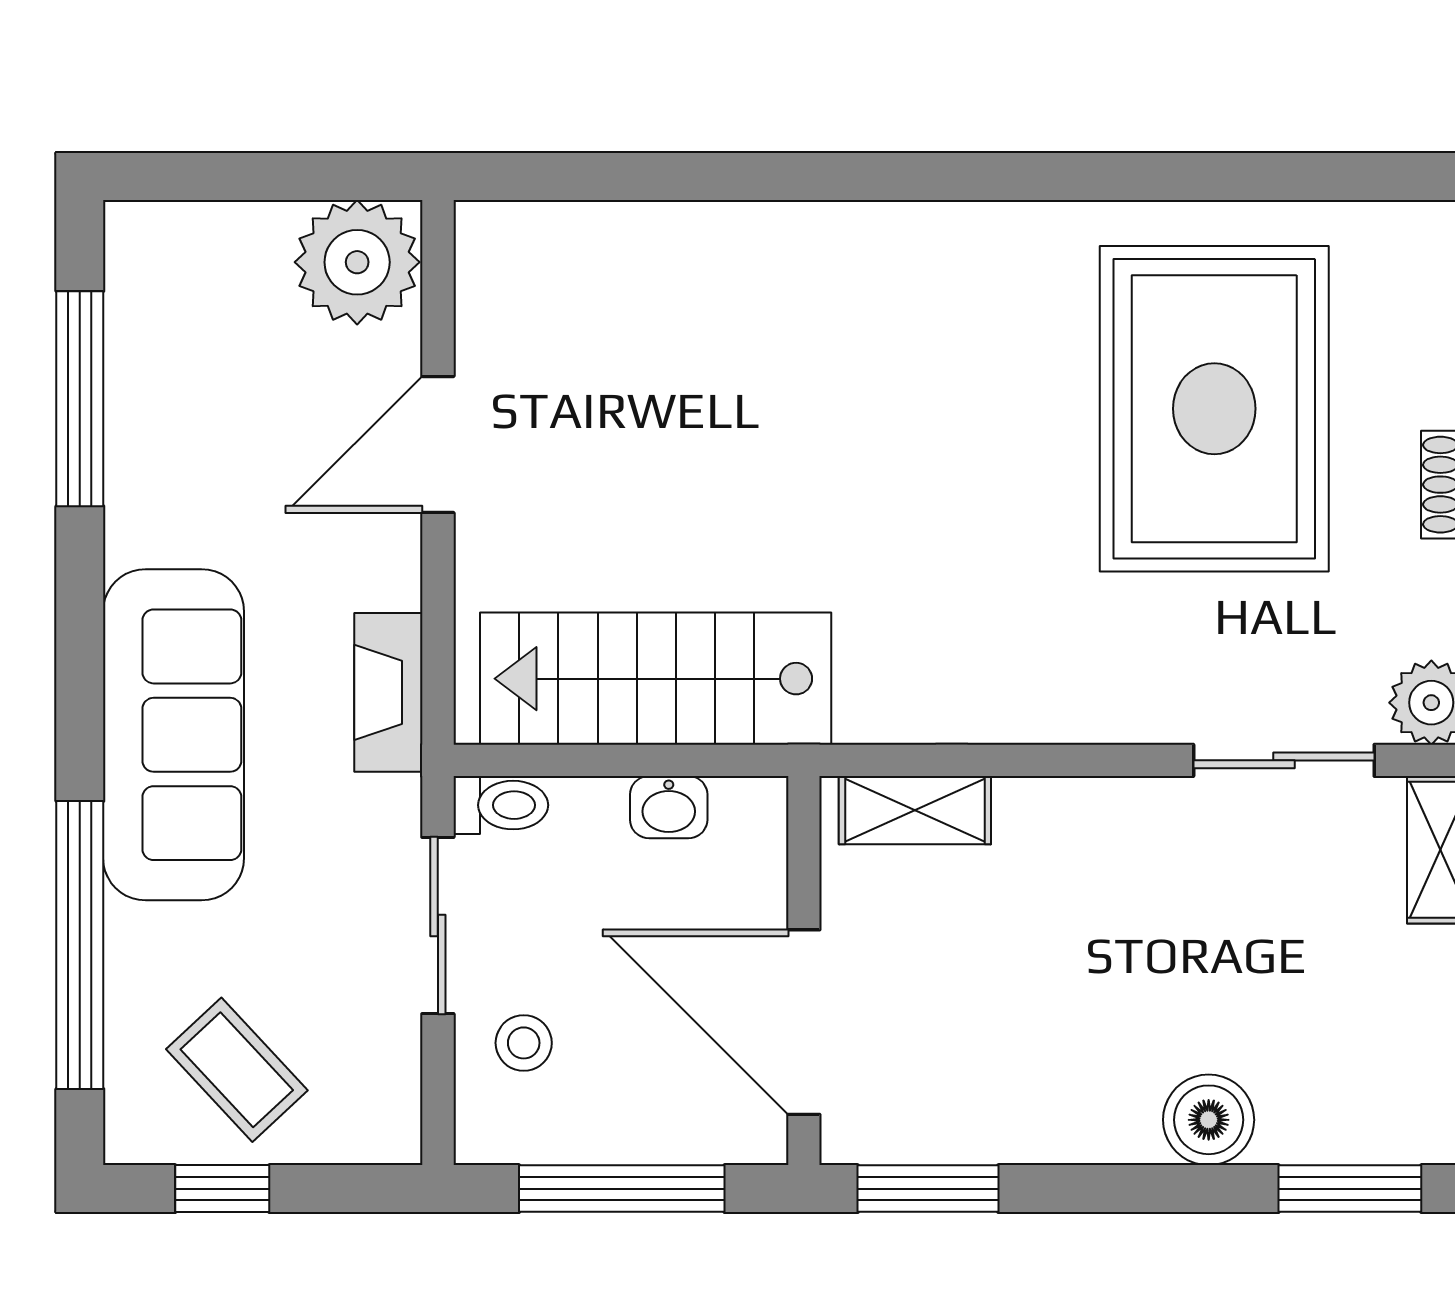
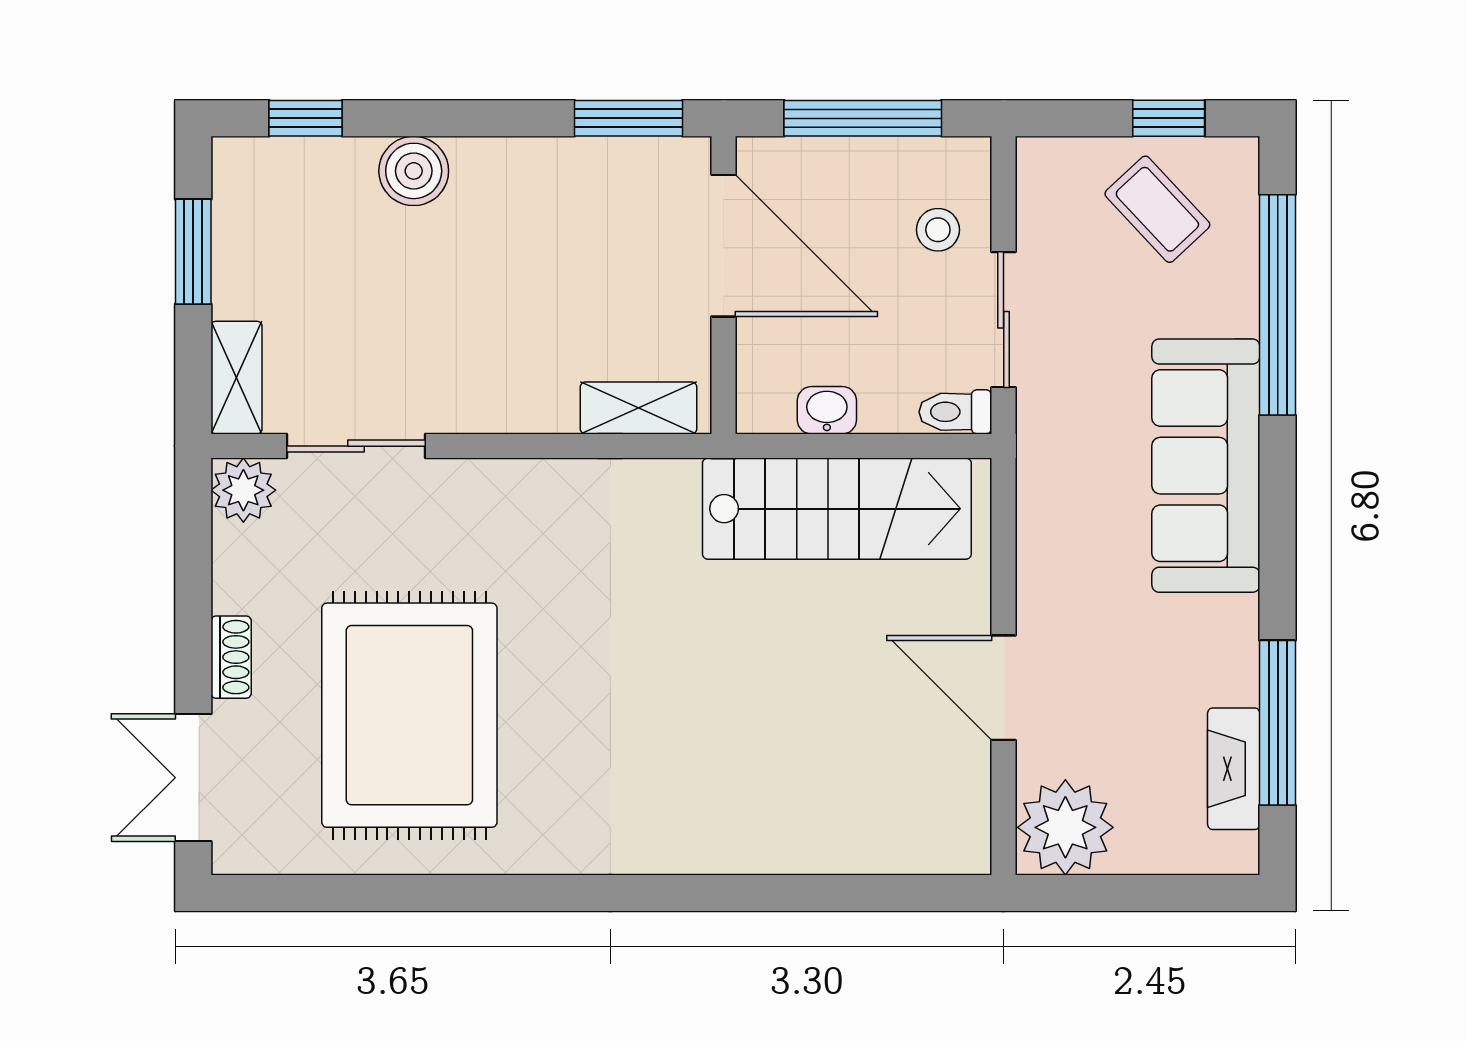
door: (438, 445) -> (1004, 688), swing flipped
fireplace: (388, 692) -> (1234, 769), moved, turned 180
window: (1350, 1189) -> (306, 118), width x0.67

